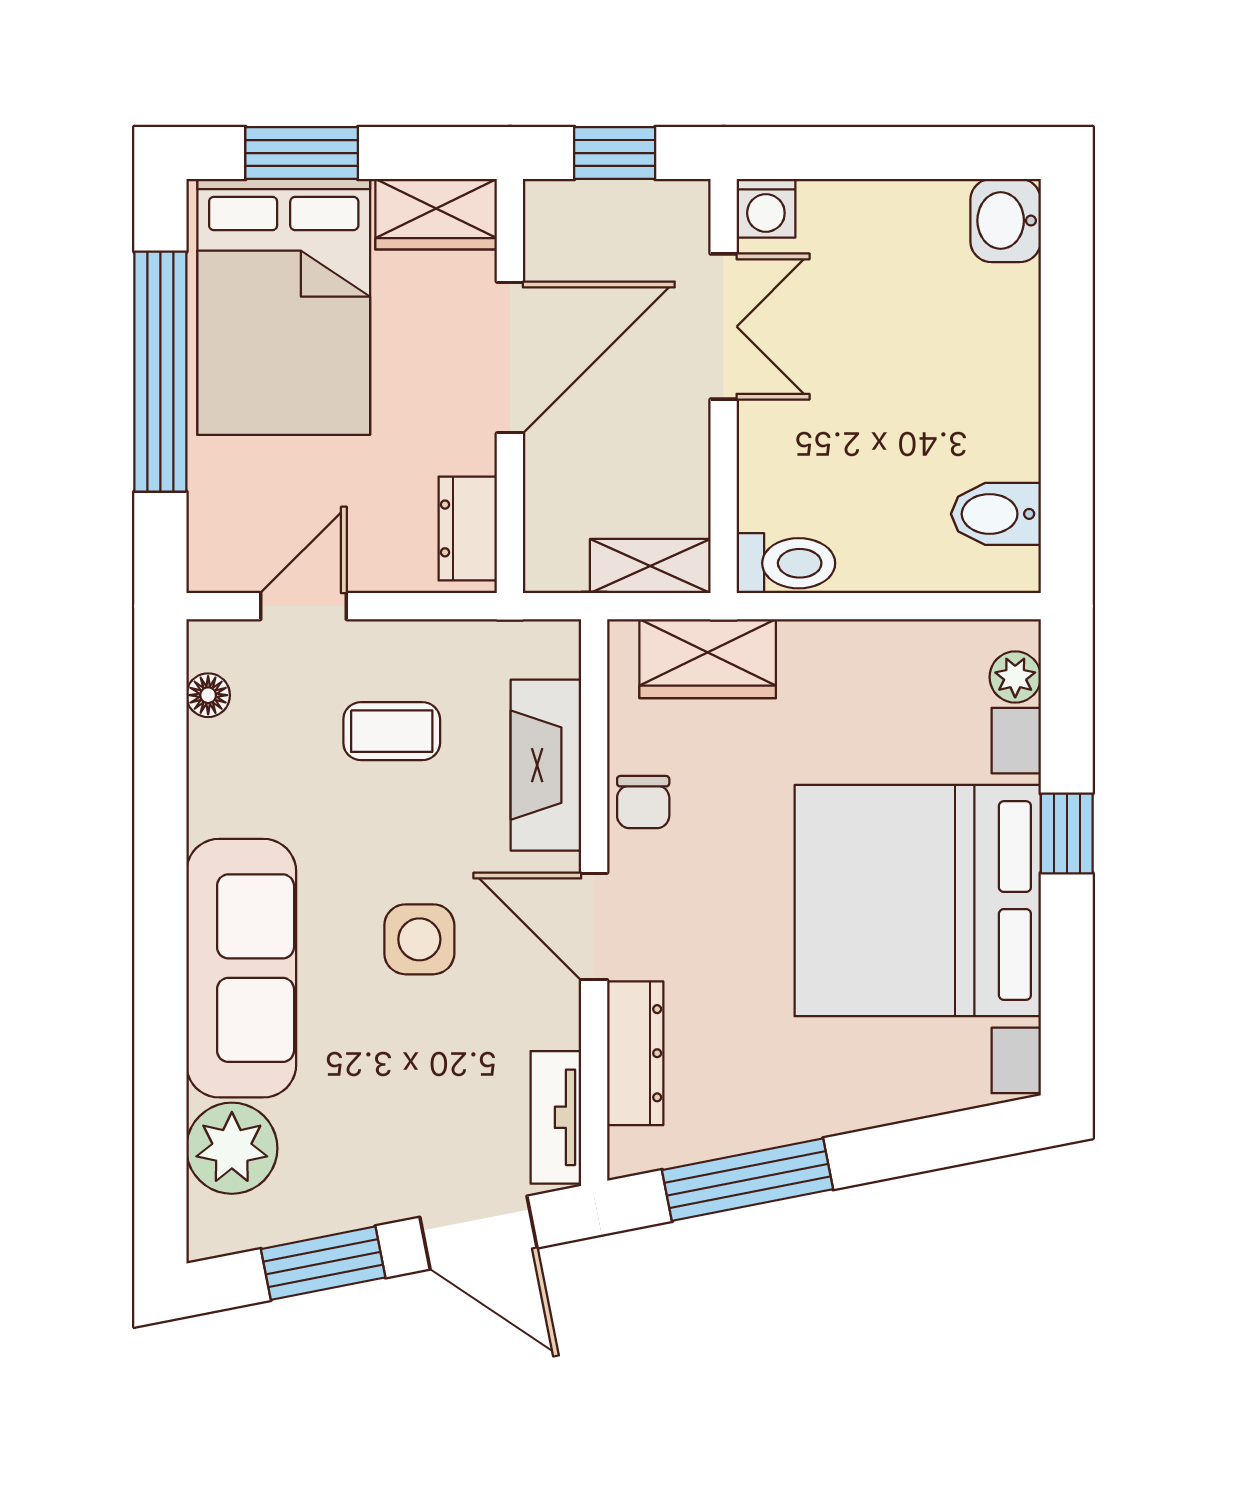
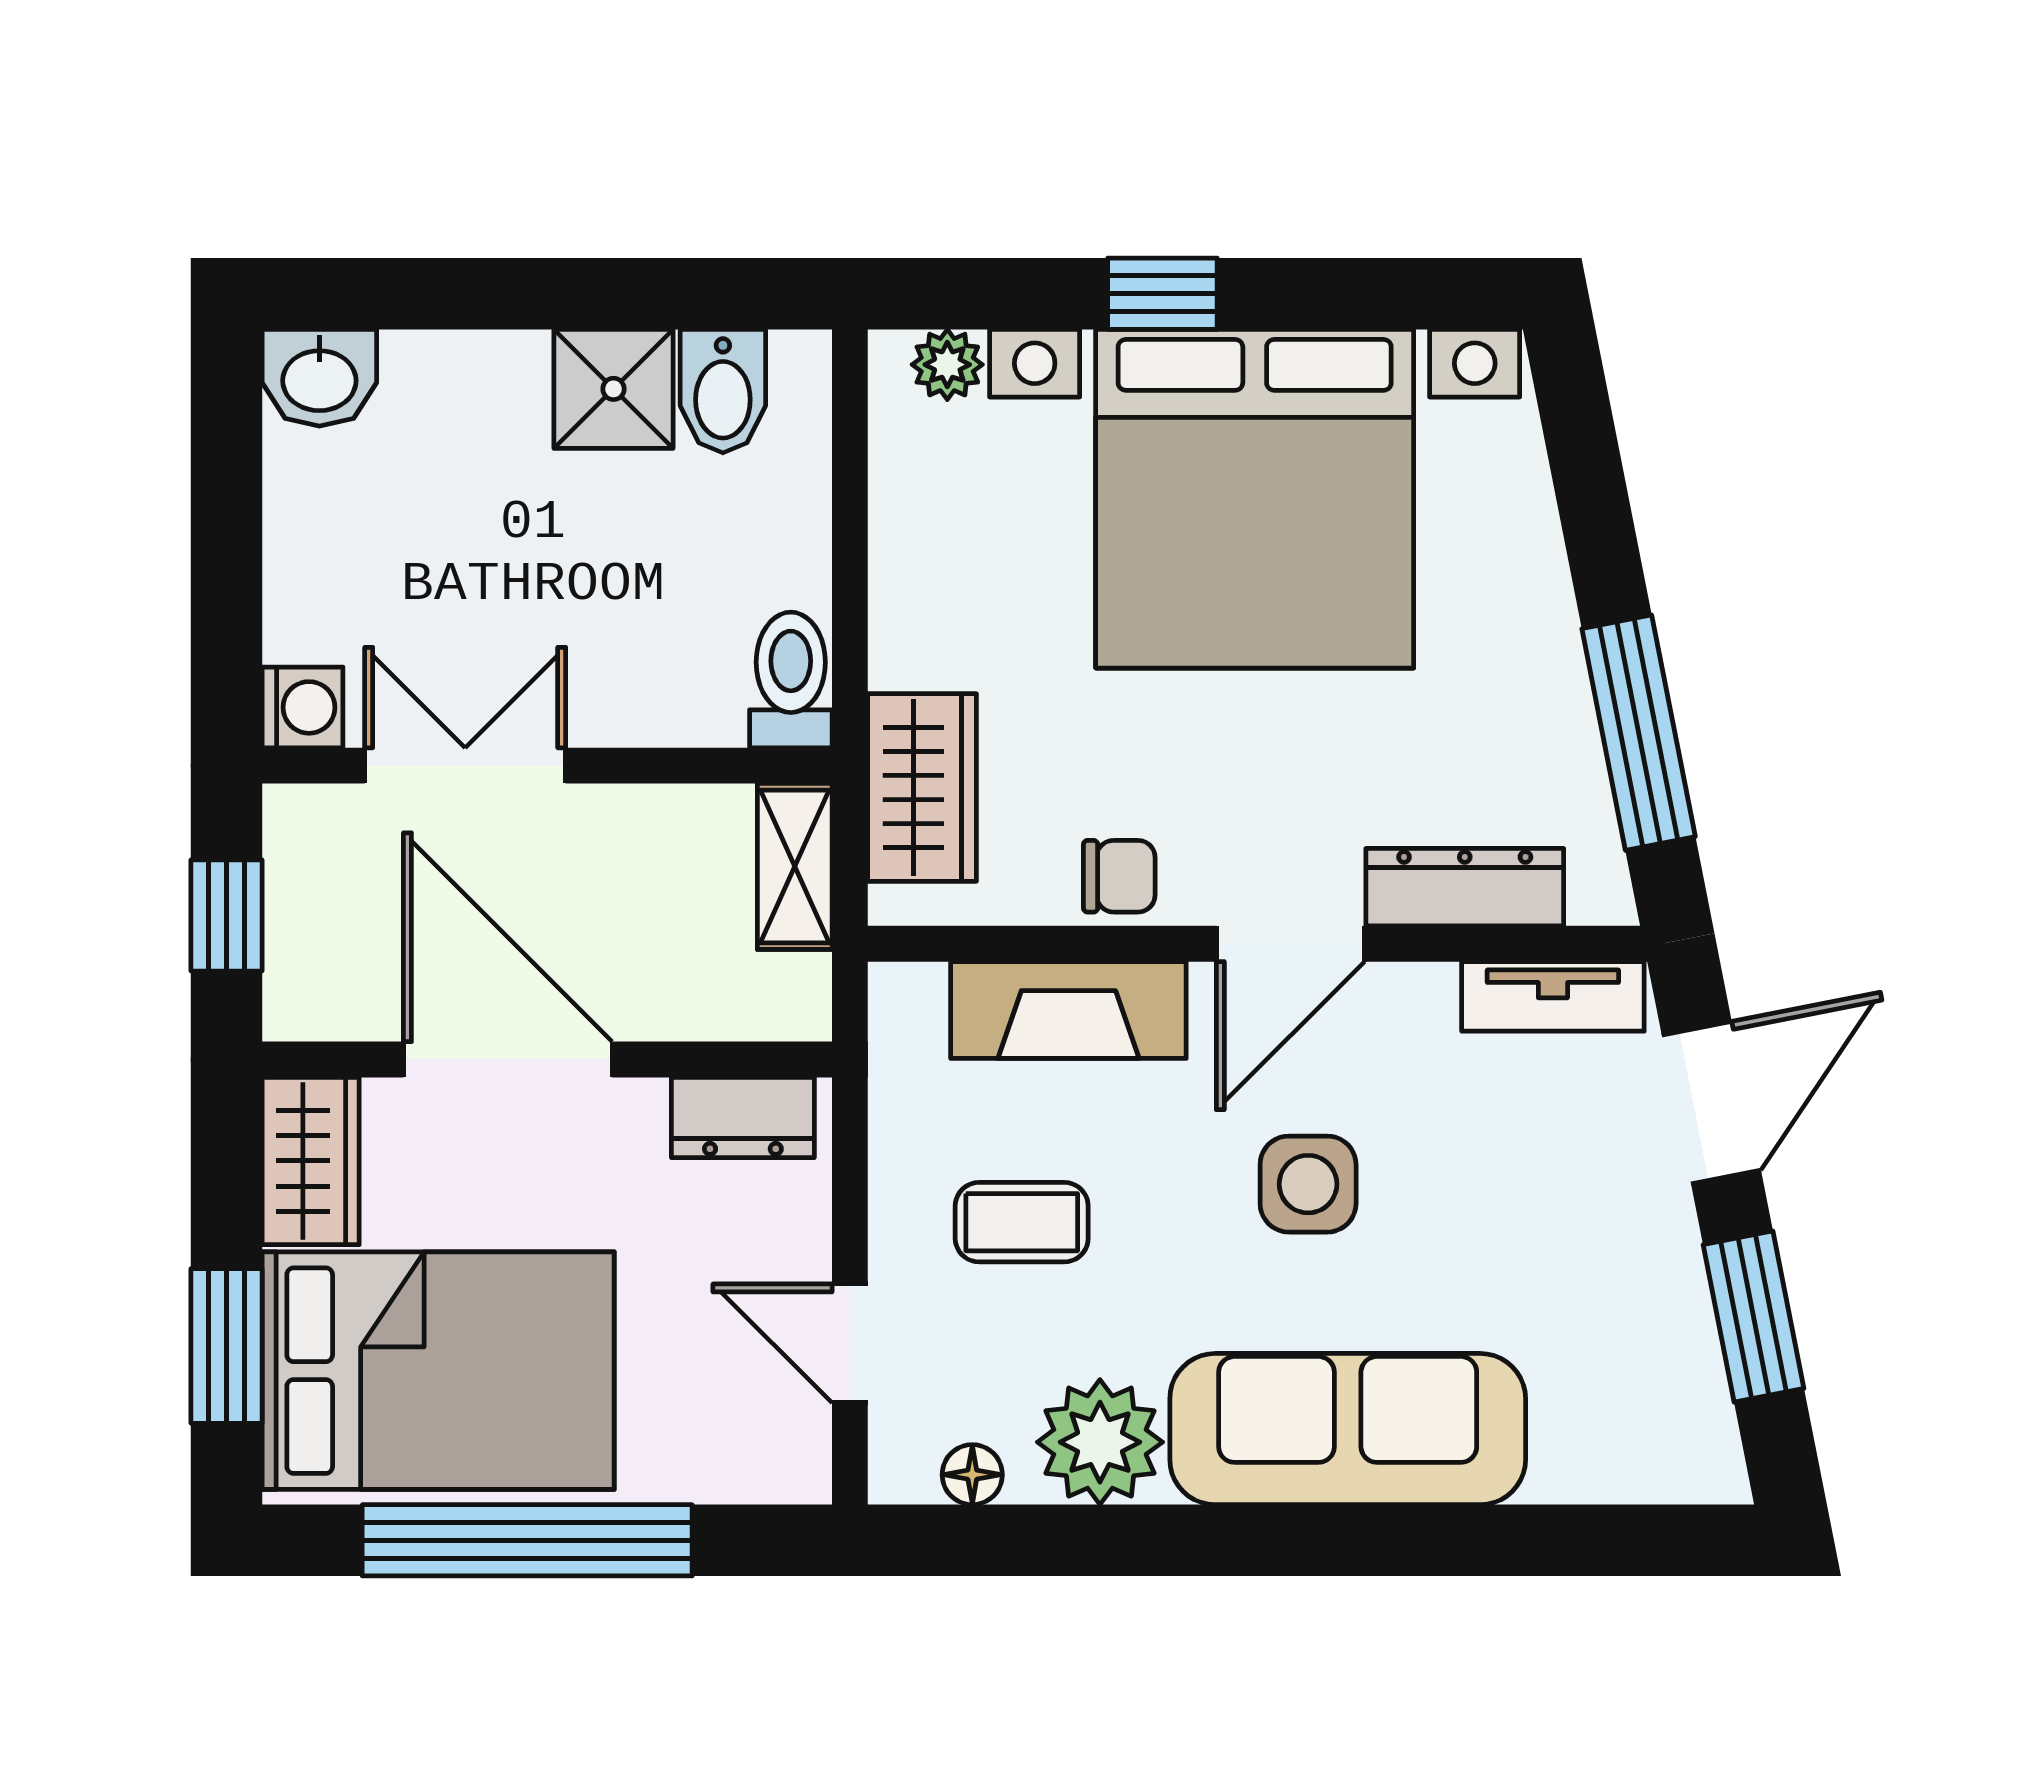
shower: (997, 434) -> (614, 389), added
coffee table: (392, 731) -> (1022, 1222), turned 90
plant: (232, 1148) -> (1100, 1442), moved

